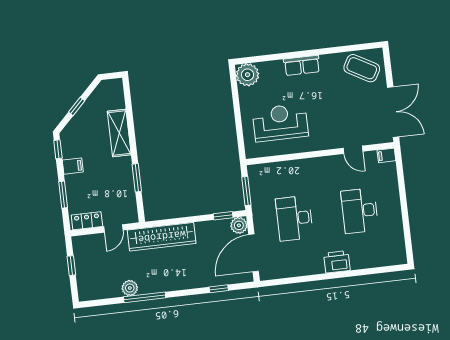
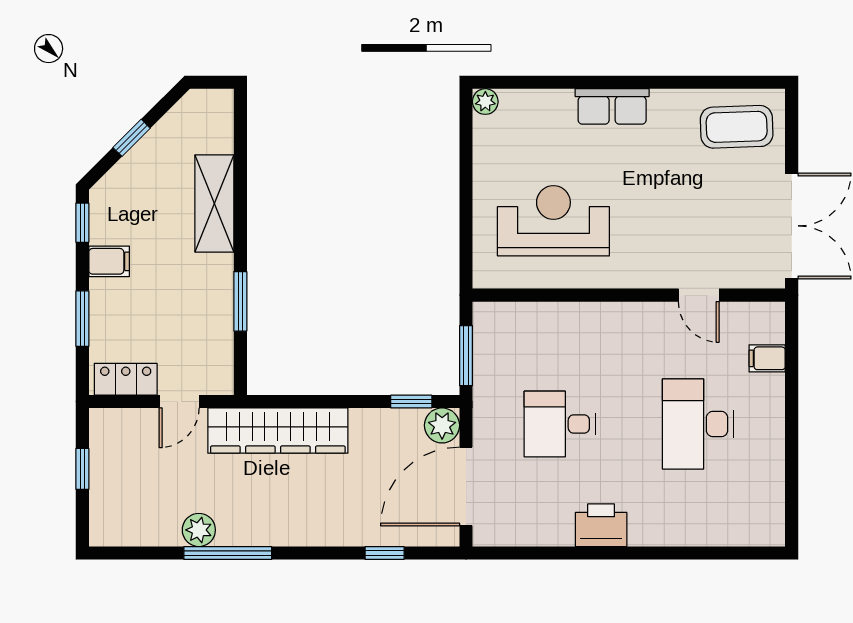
coffee table: (362, 68) -> (737, 127), turned -31
plant: (248, 75) -> (485, 102), width x0.53, depth x0.53
filing cabinet: (386, 155) -> (767, 358), moved
desk: (294, 218) -> (560, 424), width x0.73
printer: (337, 262) -> (601, 525), moved

